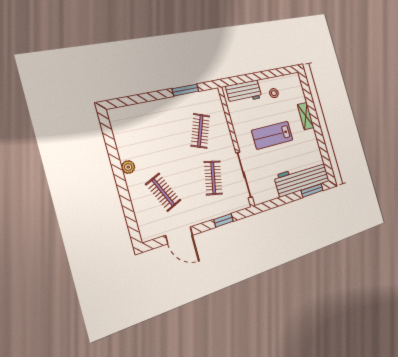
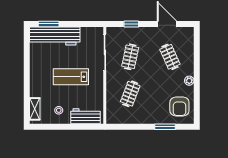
window: (185, 90) -> (165, 127), moved
shelving: (306, 116) -> (35, 109), moved
armchair: (132, 129) -> (179, 107), added
lab bench: (272, 135) -> (71, 77), turned 180

